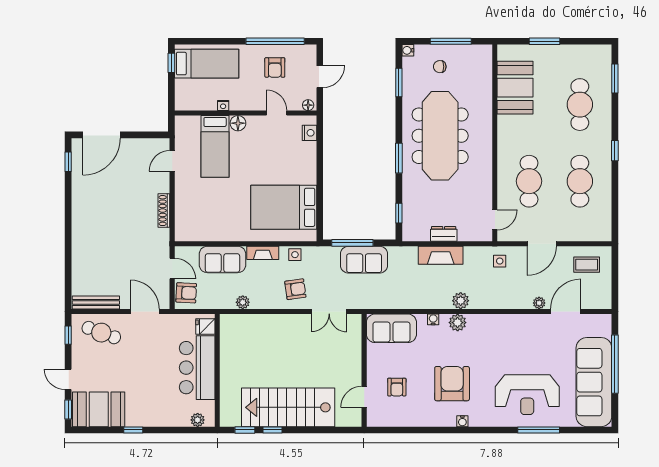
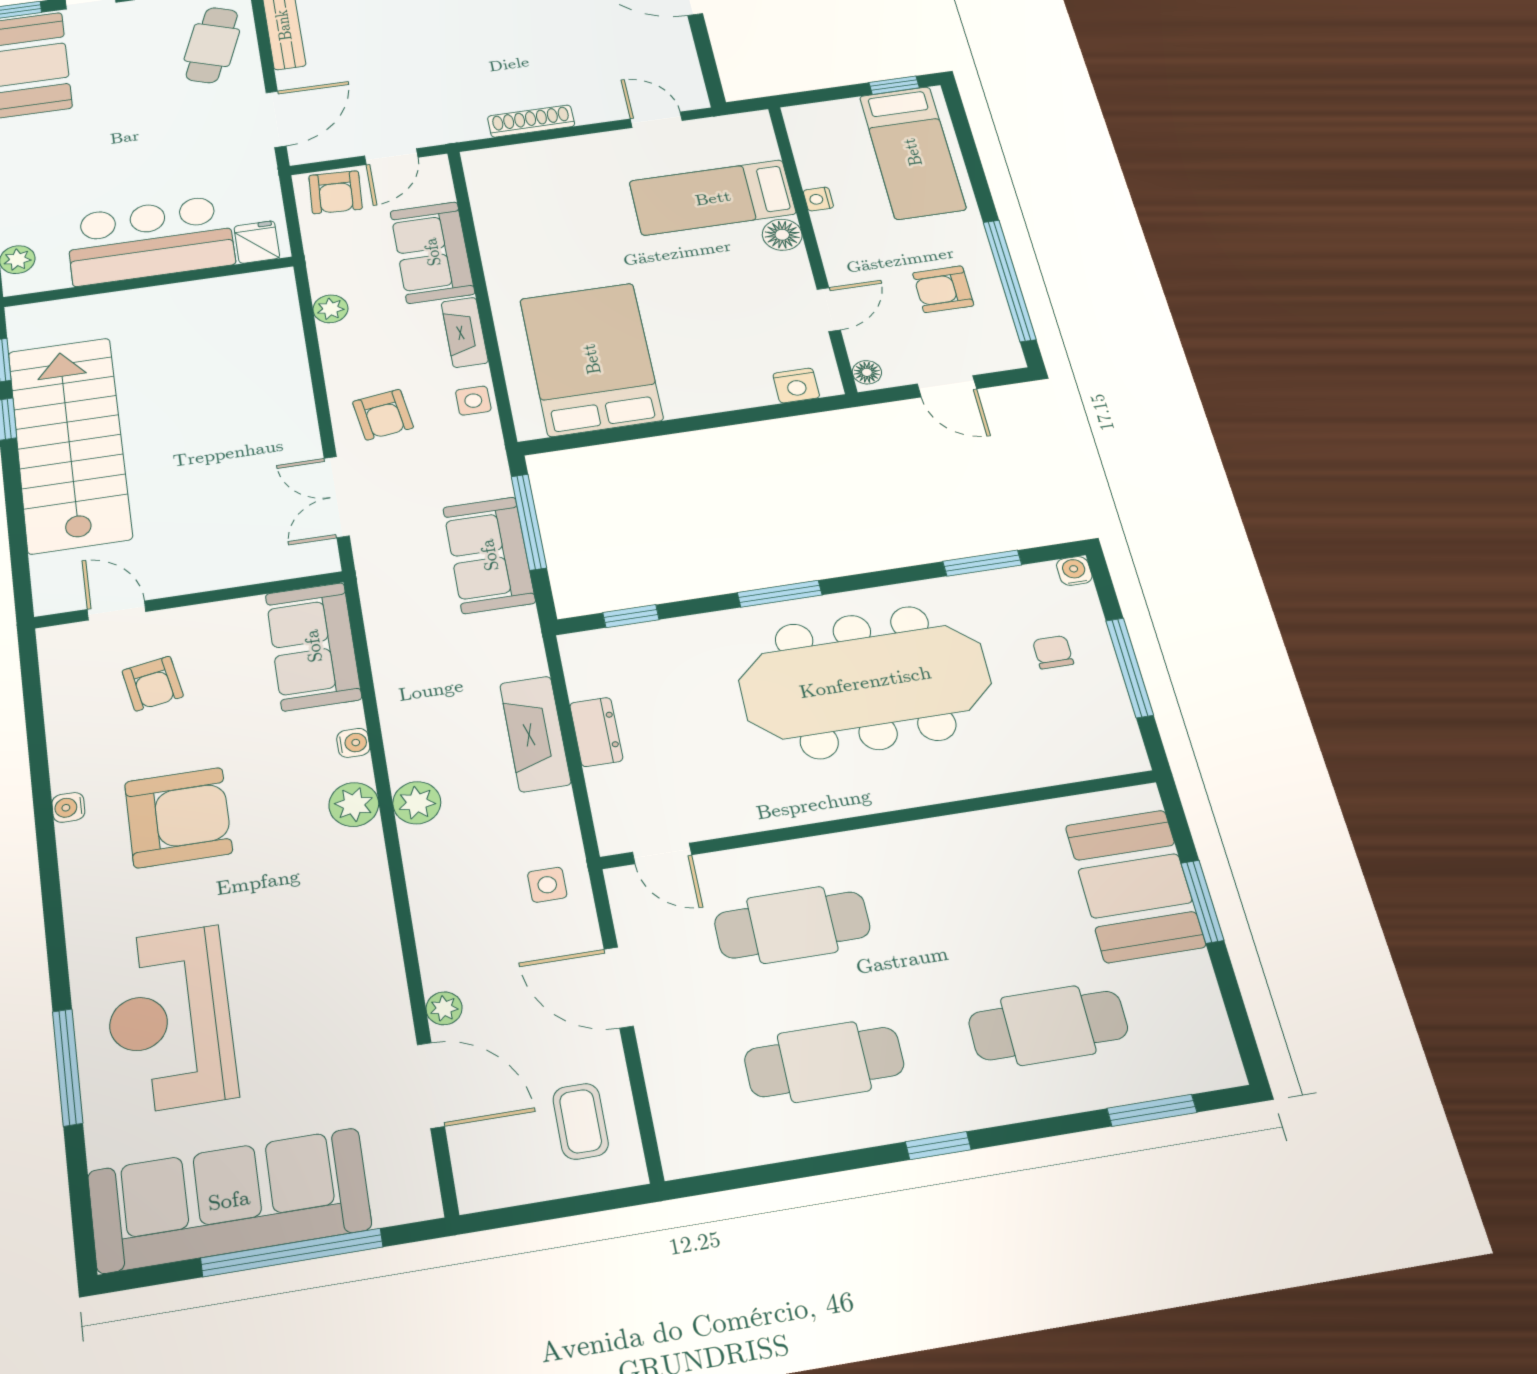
booth: (515, 88) -> (1135, 886), moved, turned 90
armchair: (397, 387) -> (153, 684), turned -100
water cooler: (462, 421) -> (68, 807), moved

